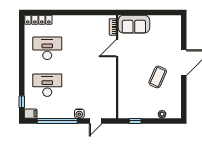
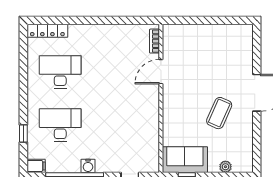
sofa: (134, 24) -> (185, 160), moved, turned 180
window: (22, 102) -> (23, 134), moved
water cooler: (79, 114) -> (88, 166), moved

